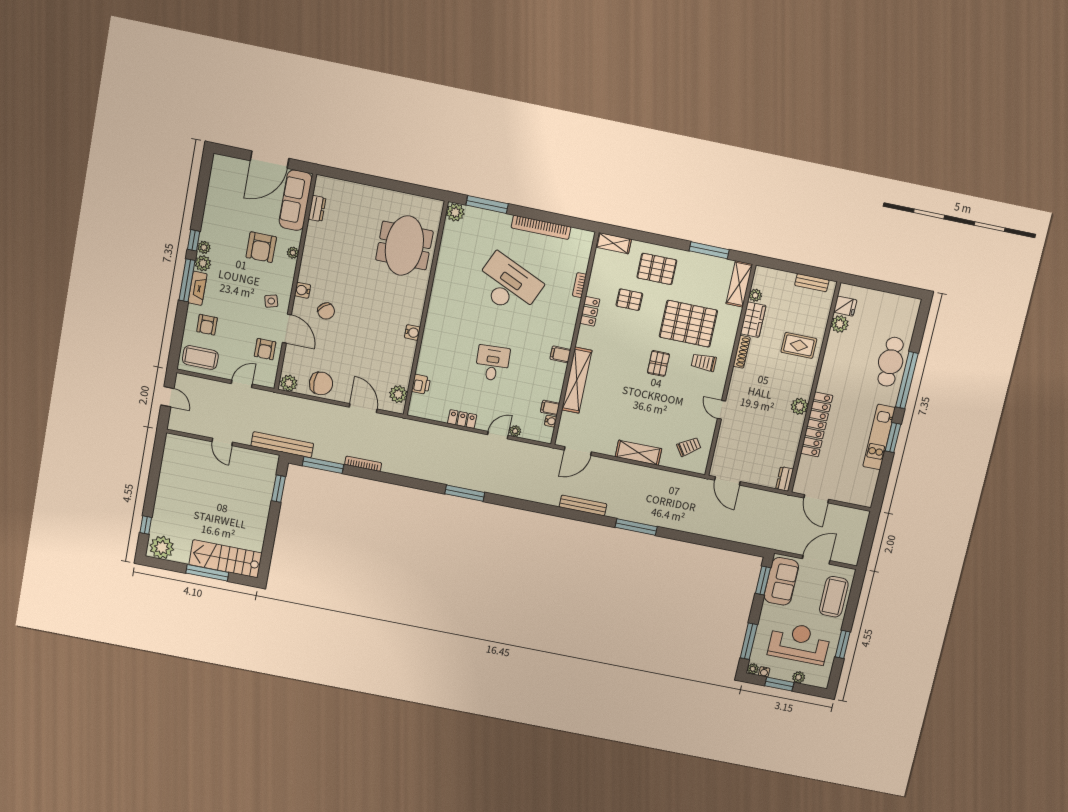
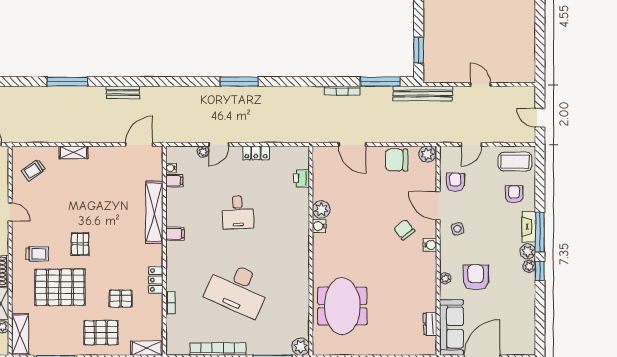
plant: (398, 394) -> (321, 209), moved
shelving: (638, 453) -> (73, 152), width x0.67, depth x0.75
bench: (583, 505) -> (123, 92), width x0.73

